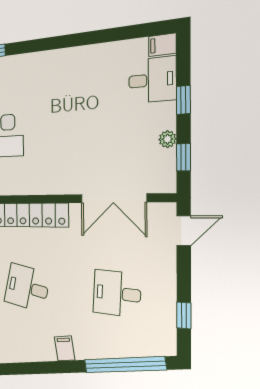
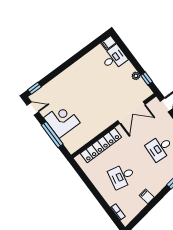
window: (183, 100) -> (131, 58), removed
filing cabinet: (65, 348) -> (147, 196), moved

